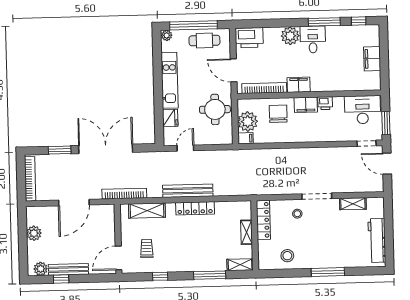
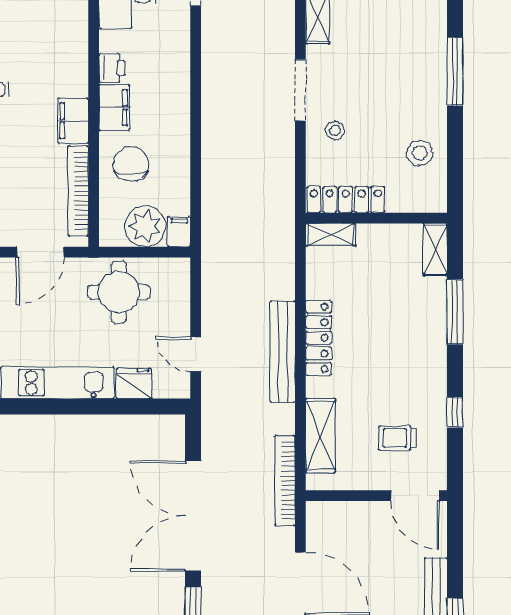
chair: (278, 114) -> (131, 164), turned 90
shelving: (247, 232) -> (331, 235), moved

